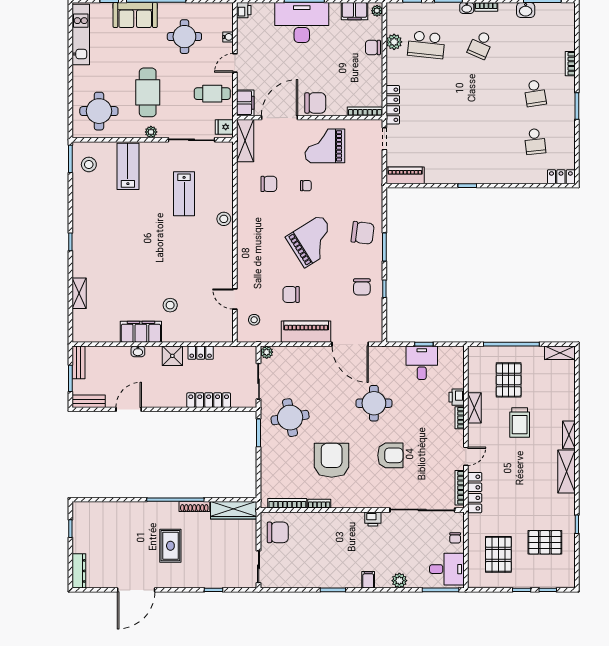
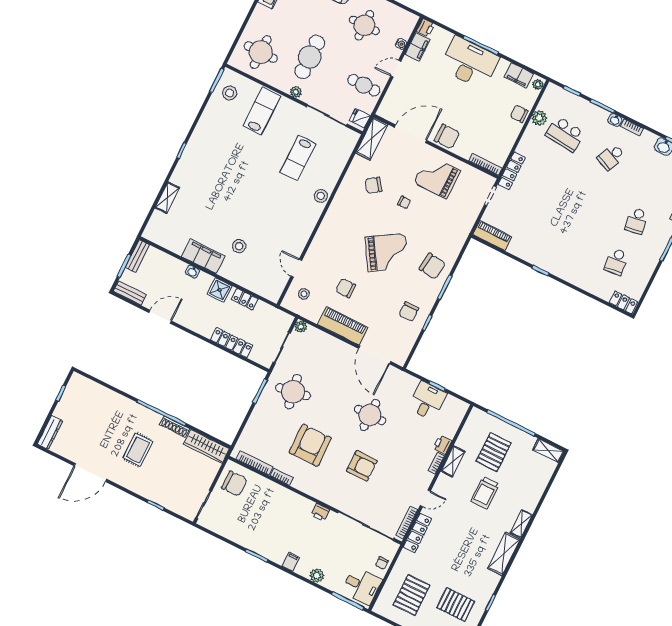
filing cabinet: (245, 103) -> (418, 47), moved
chair: (269, 184) -> (374, 185), turned 144

